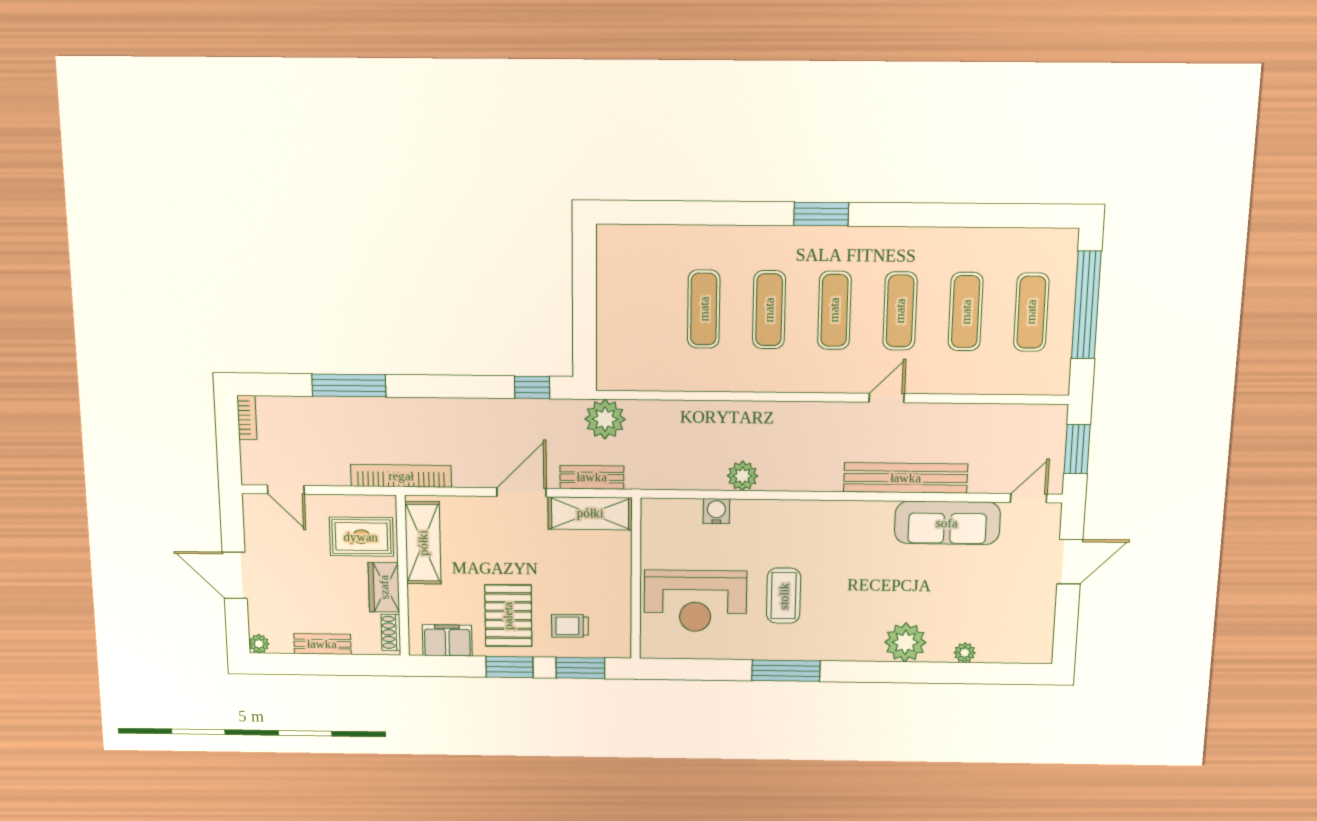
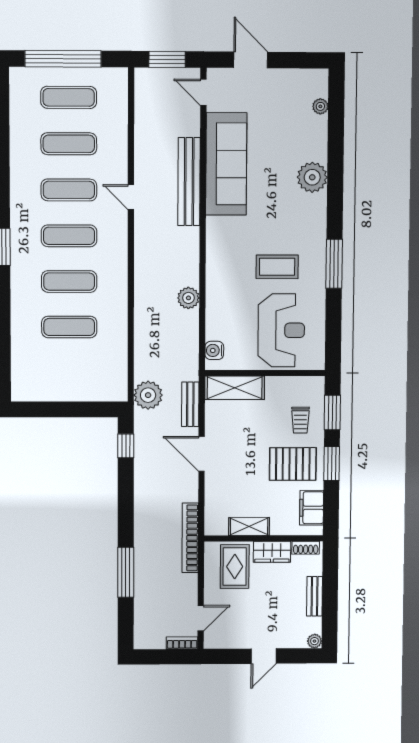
bookcase: (247, 417) -> (182, 643), moved
water cooler: (716, 511) -> (214, 350), moved
shelving: (590, 513) -> (235, 388), moved, turned 90
sofa: (947, 523) -> (226, 164), width x1.36, depth x1.27
shelving: (423, 543) -> (249, 527), width x0.67, depth x0.75
door: (235, 575) -> (264, 656), width x0.73
plant: (965, 653) -> (320, 106), moved

